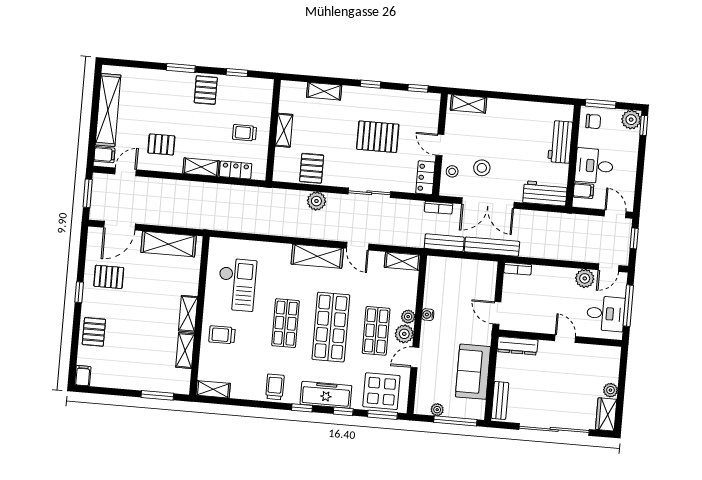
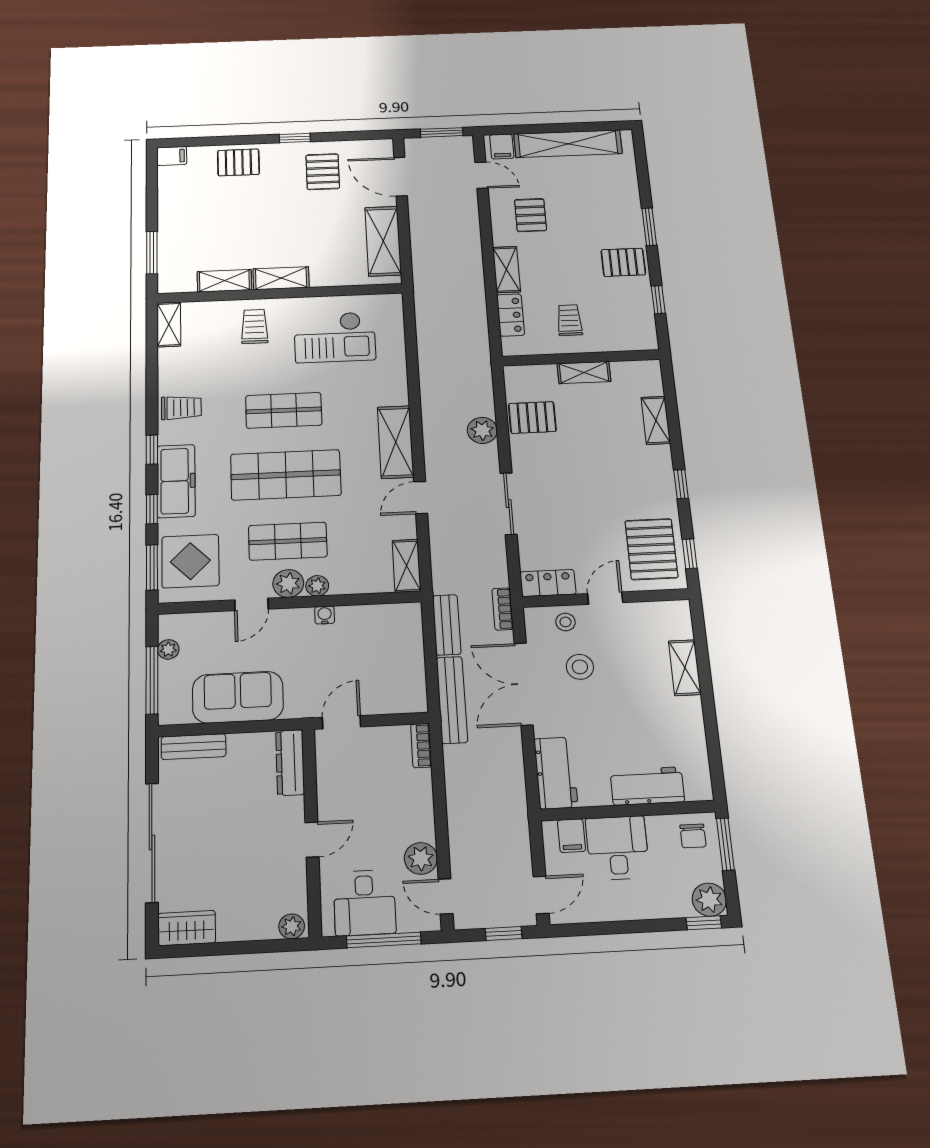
shelving: (468, 104) -> (685, 668), moved
pallet: (378, 137) -> (651, 549), moved
door: (415, 357) -> (251, 604), swing flipped
plant: (610, 390) -> (292, 926), moved

